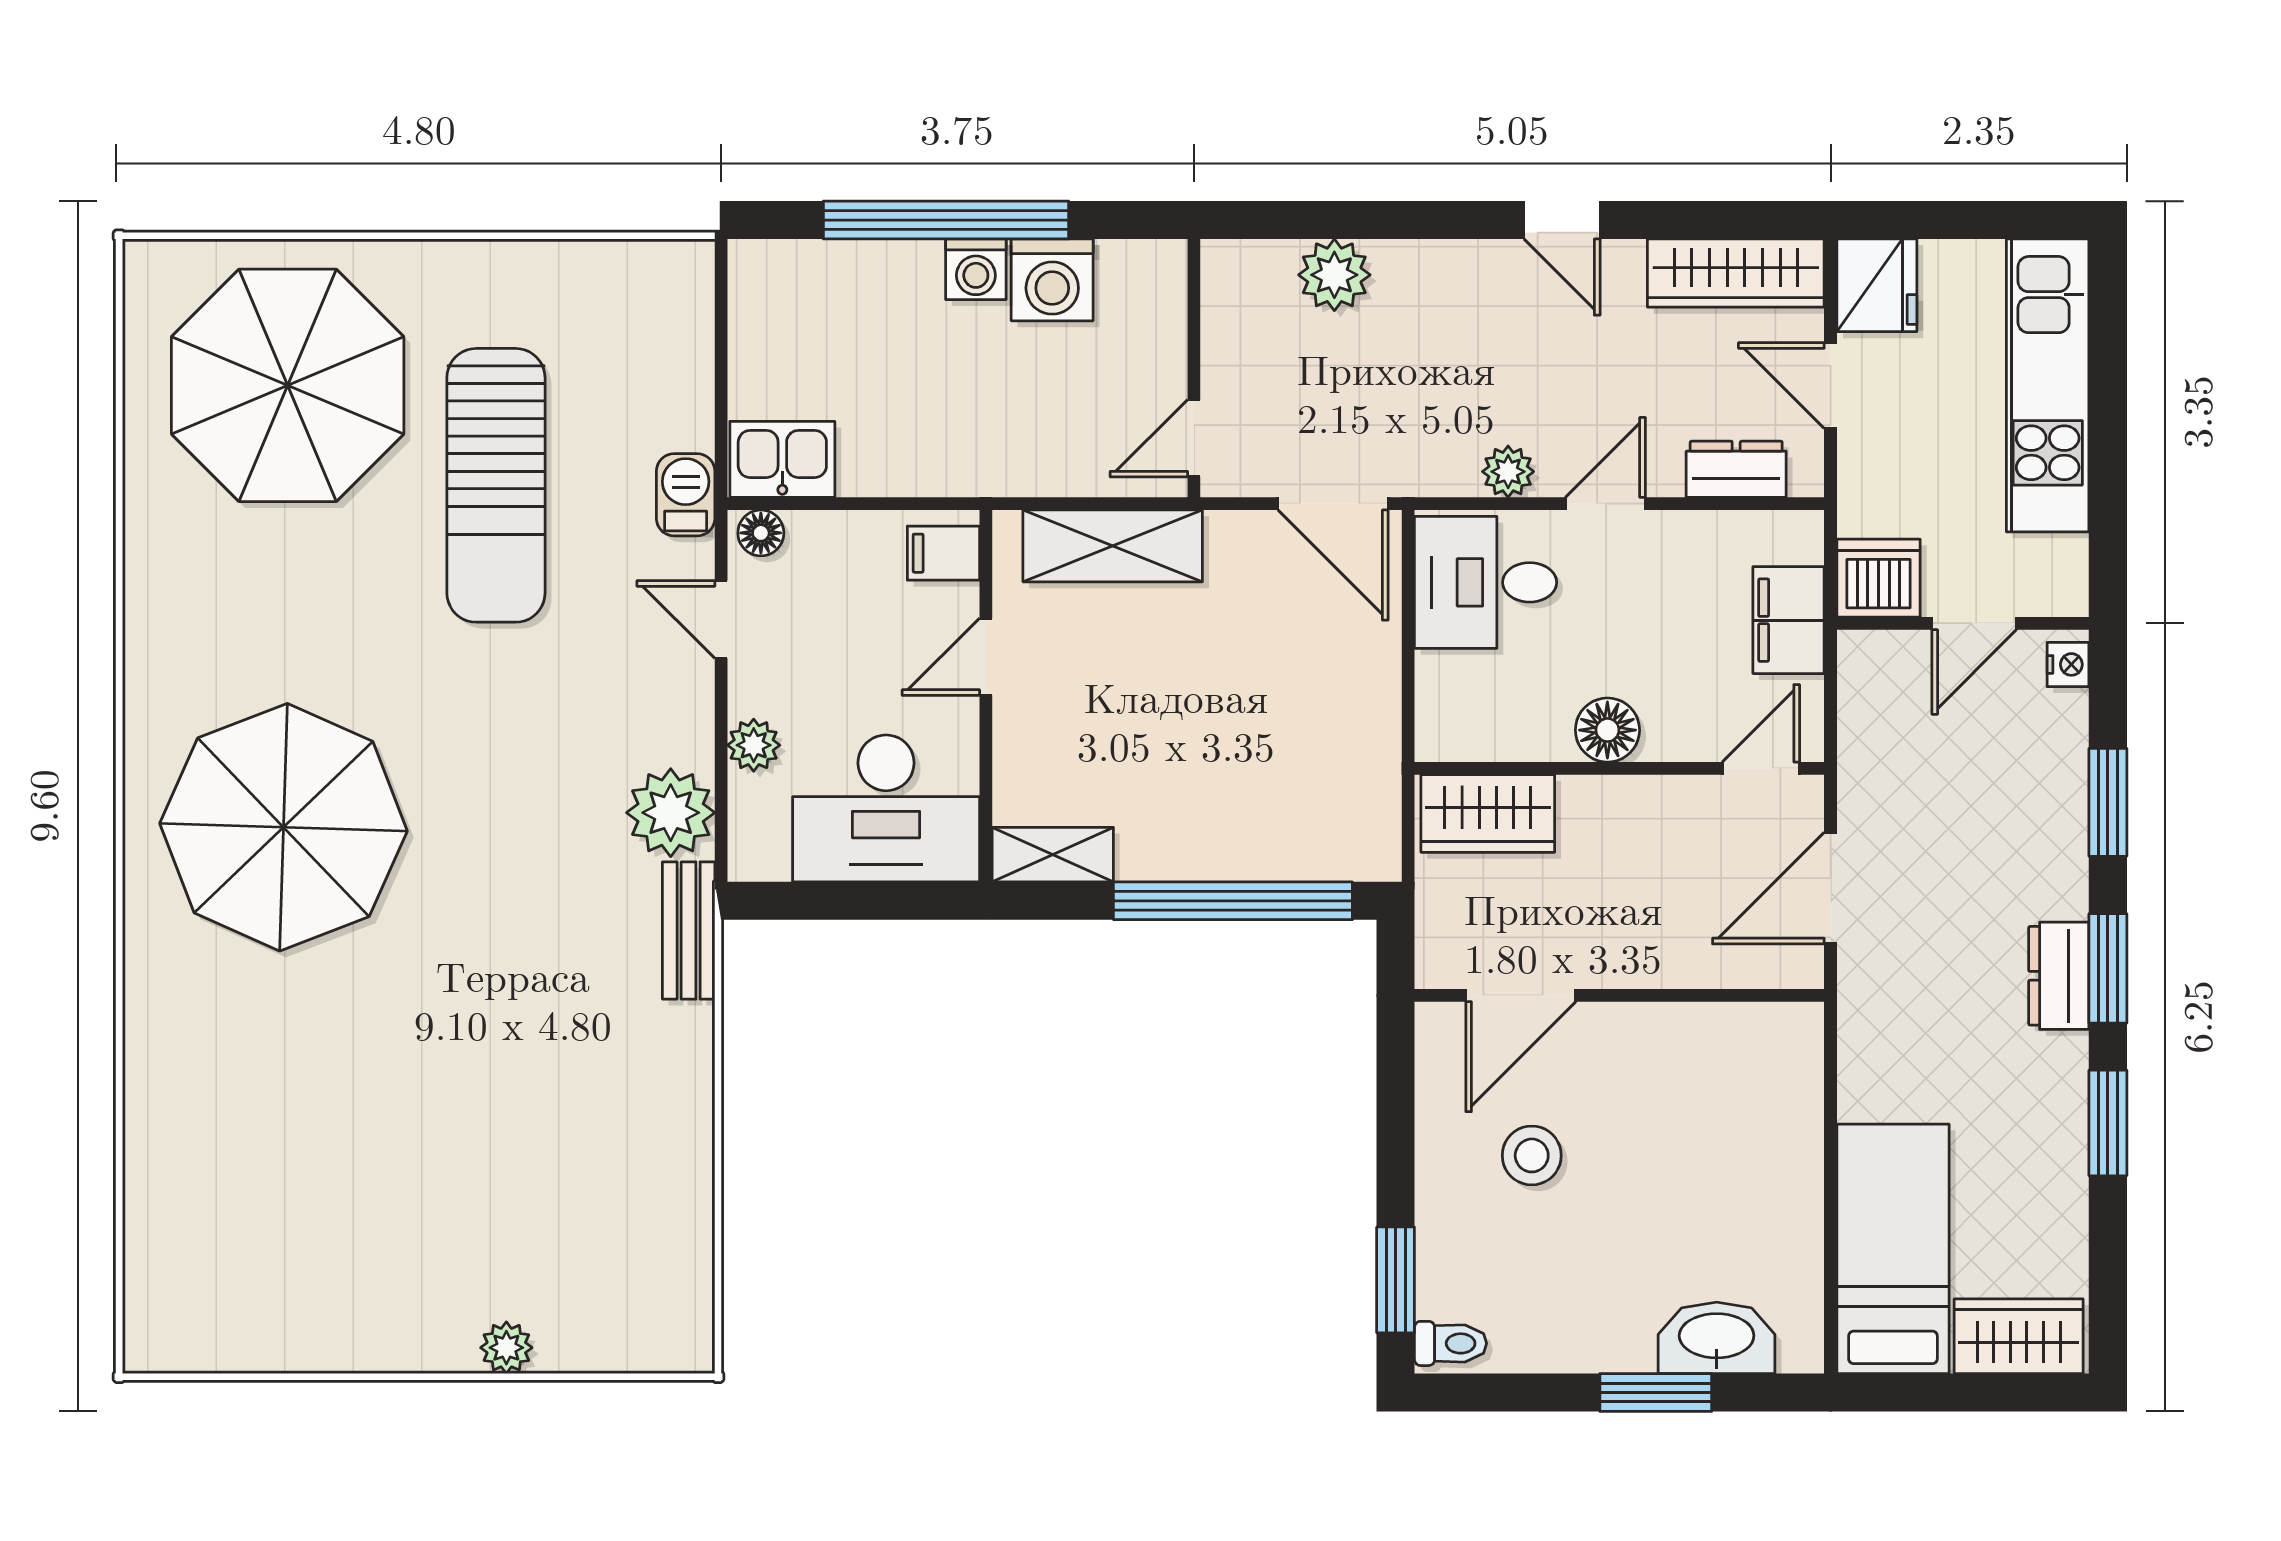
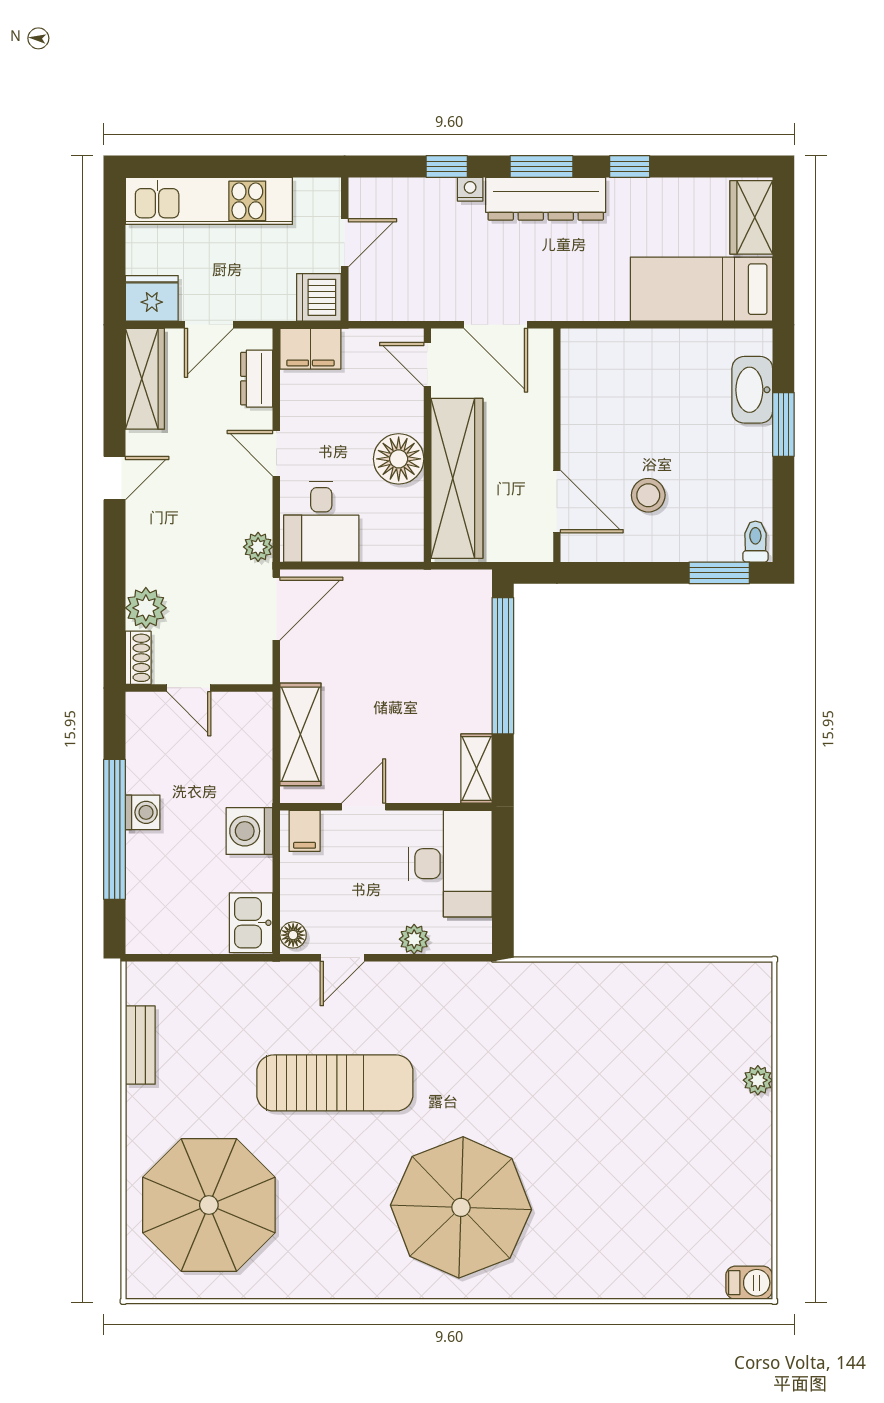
shoe rack: (1247, 262) -> (138, 658), added
washing machine: (1052, 280) -> (249, 831), moved, turned 180
door: (1194, 438) -> (189, 688), moved
plant: (1508, 472) -> (258, 547), moved
sun lounger: (496, 485) -> (335, 1083), moved
barbecue: (686, 495) -> (749, 1283), moved, turned 180
filing cabinet: (1789, 620) -> (310, 349), moved
door: (1974, 623) -> (345, 243), hinge flipped
door: (986, 657) -> (364, 807), swing flipped
nightstand: (2068, 664) -> (470, 189), moved
floor lamp: (1607, 730) -> (399, 459), width x1.38, depth x1.38
window: (2108, 802) -> (447, 167), width x0.67
plant: (671, 813) -> (453, 987), removed
wardrobe: (1488, 813) -> (457, 478), width x2.10, depth x1.17
bench: (689, 930) -> (140, 1045), moved, turned 90
dresser: (2059, 976) -> (546, 199), width x1.96, depth x1.24
window: (2108, 1123) -> (630, 167), width x0.67

